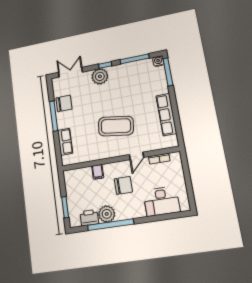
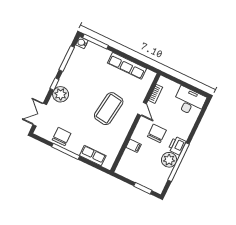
desk: (161, 201) -> (189, 101), moved, turned -90
printer: (89, 218) -> (177, 146), moved

